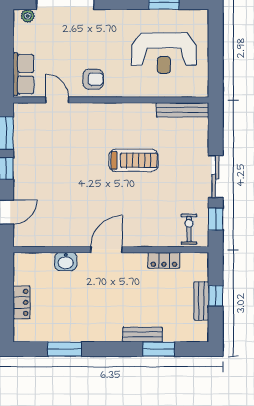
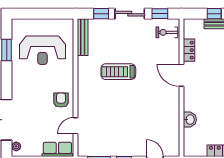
reception desk: (164, 53) -> (42, 50), turned 90
window: (216, 136) -> (101, 14), added
treadmill: (133, 160) -> (118, 72), turned -90
door: (107, 250) -> (181, 75), moved

